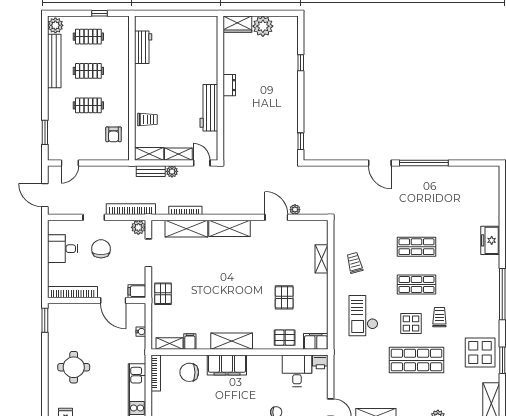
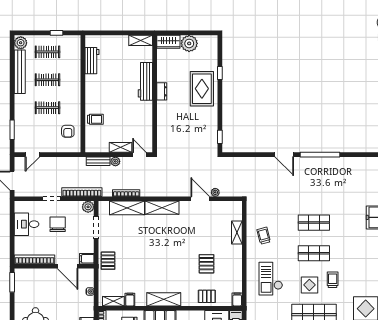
rug: (279, 82) -> (202, 89), added
workbench: (209, 108) -> (145, 81), moved
shelving: (149, 154) -> (141, 40), moved
filing cabinet: (316, 341) -> (237, 299), width x0.50

